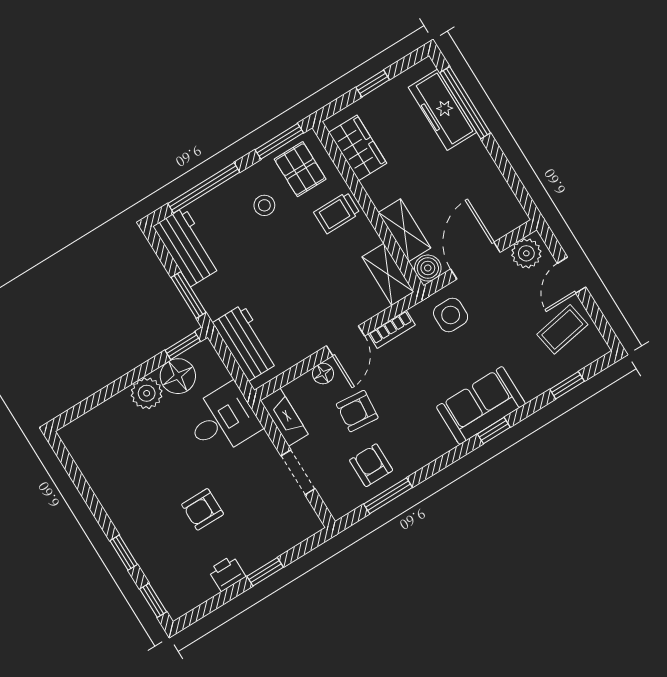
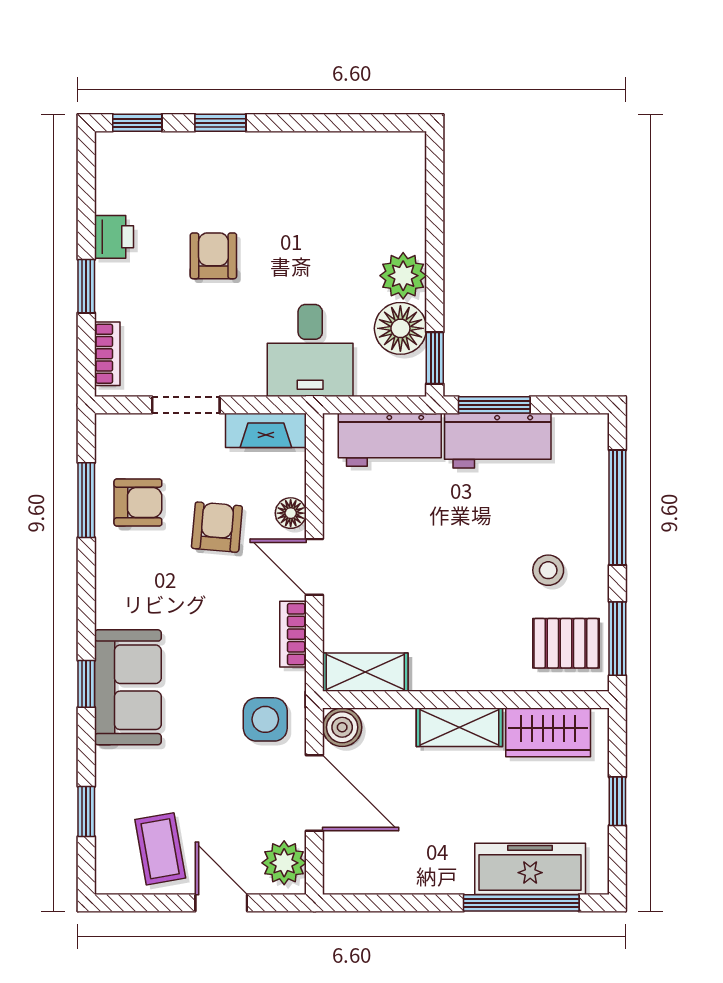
trolley: (337, 213) -> (483, 656), removed
shelving: (404, 230) -> (459, 727), moved
workbench: (187, 247) -> (498, 441), moved
bookcase: (297, 536) -> (107, 354), added

